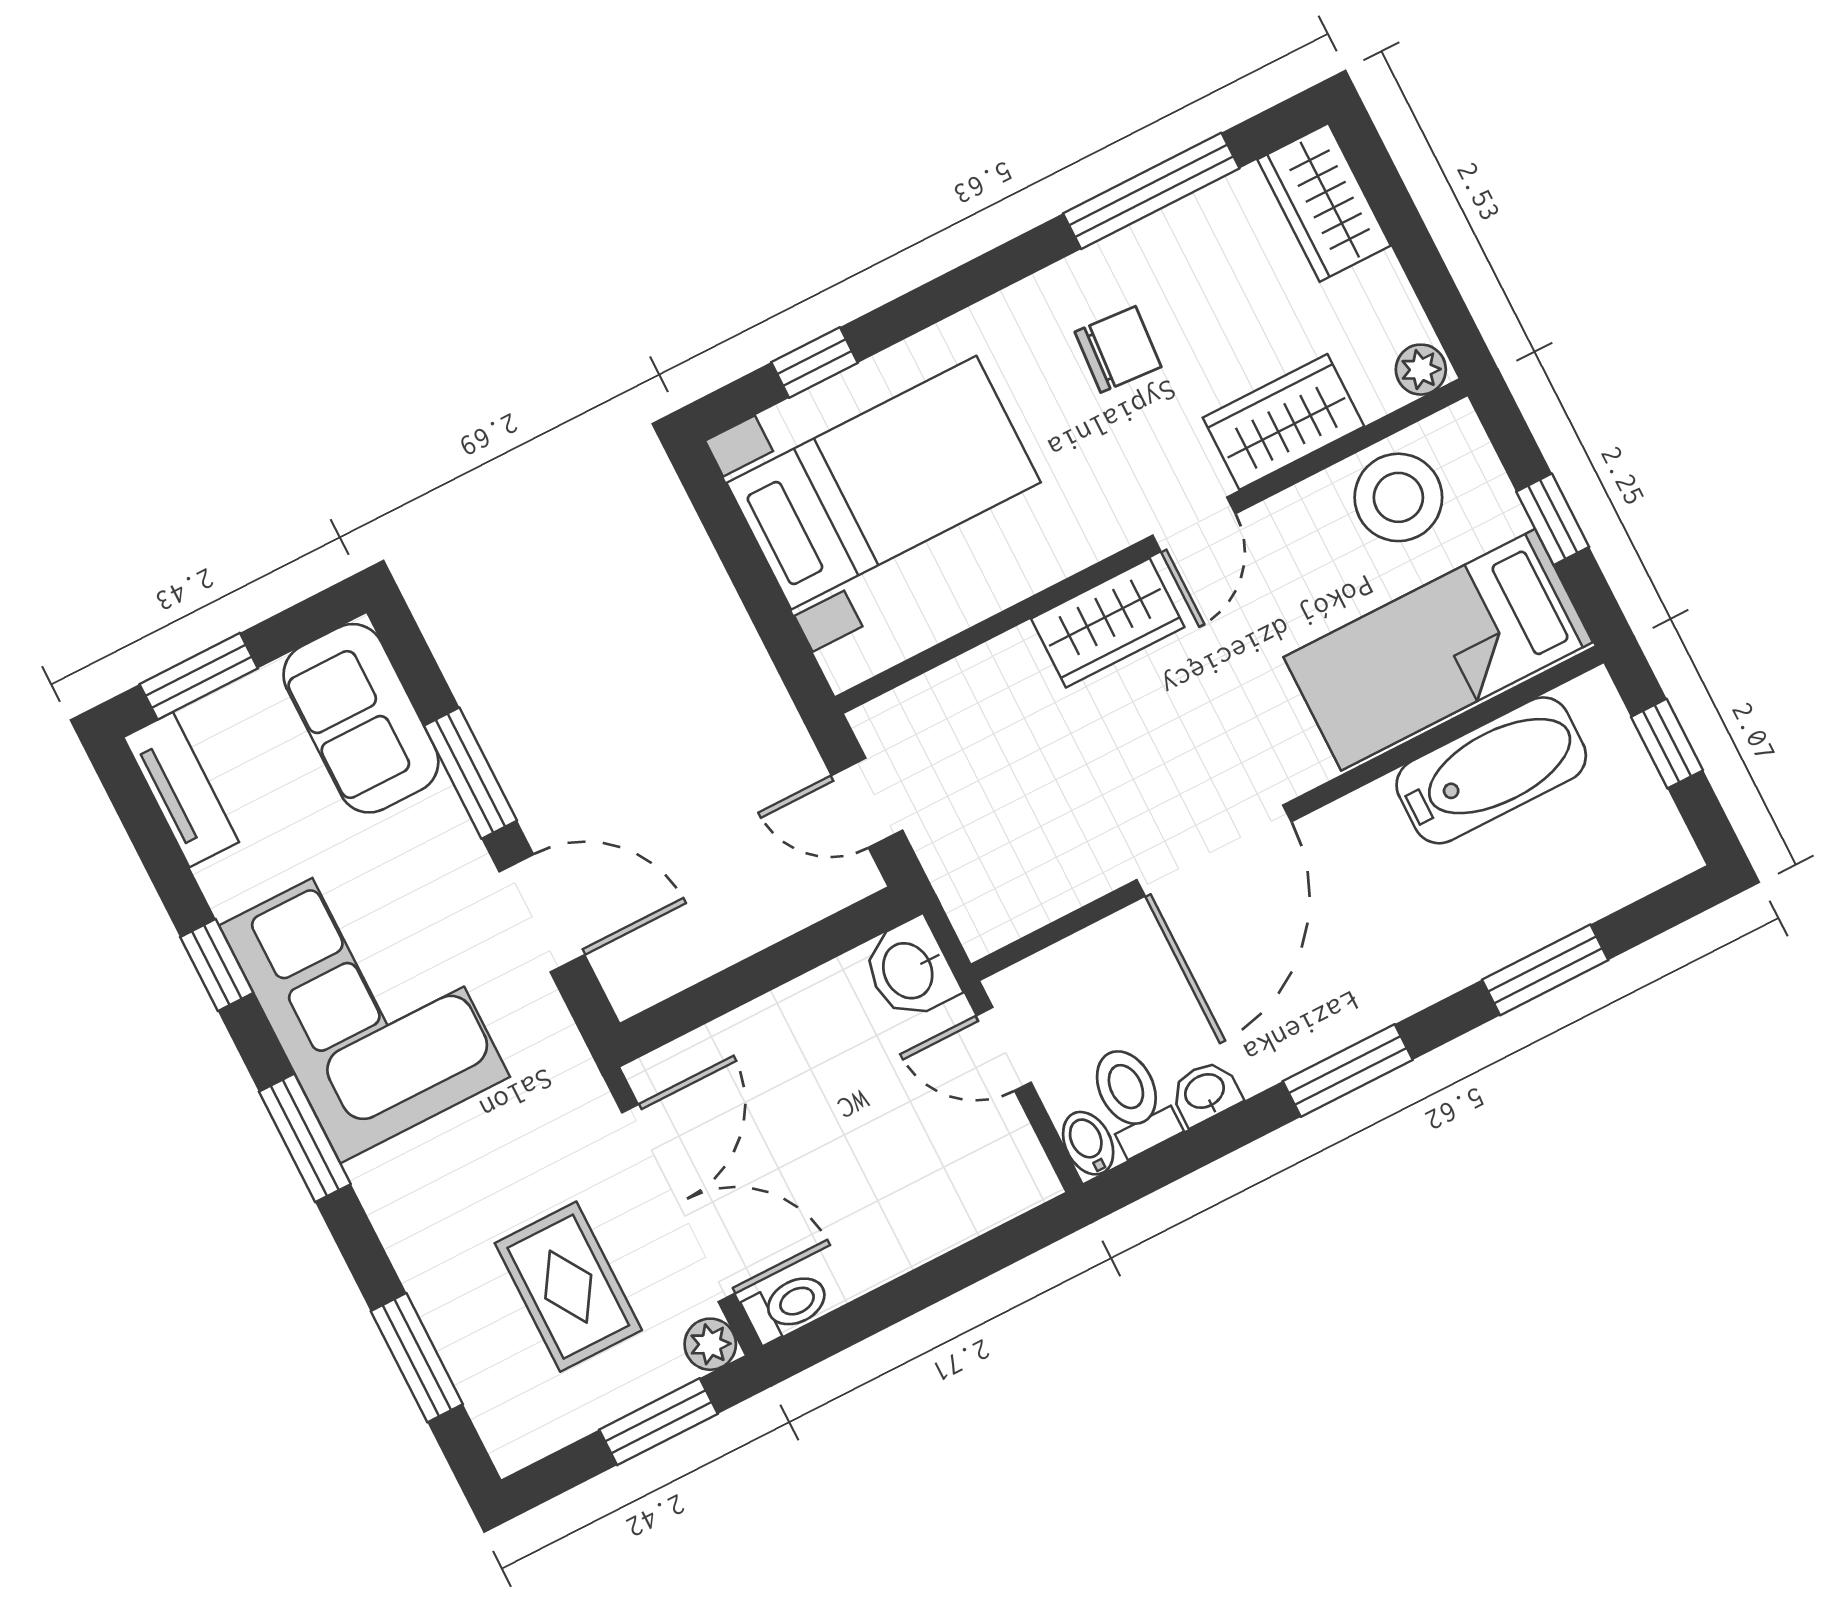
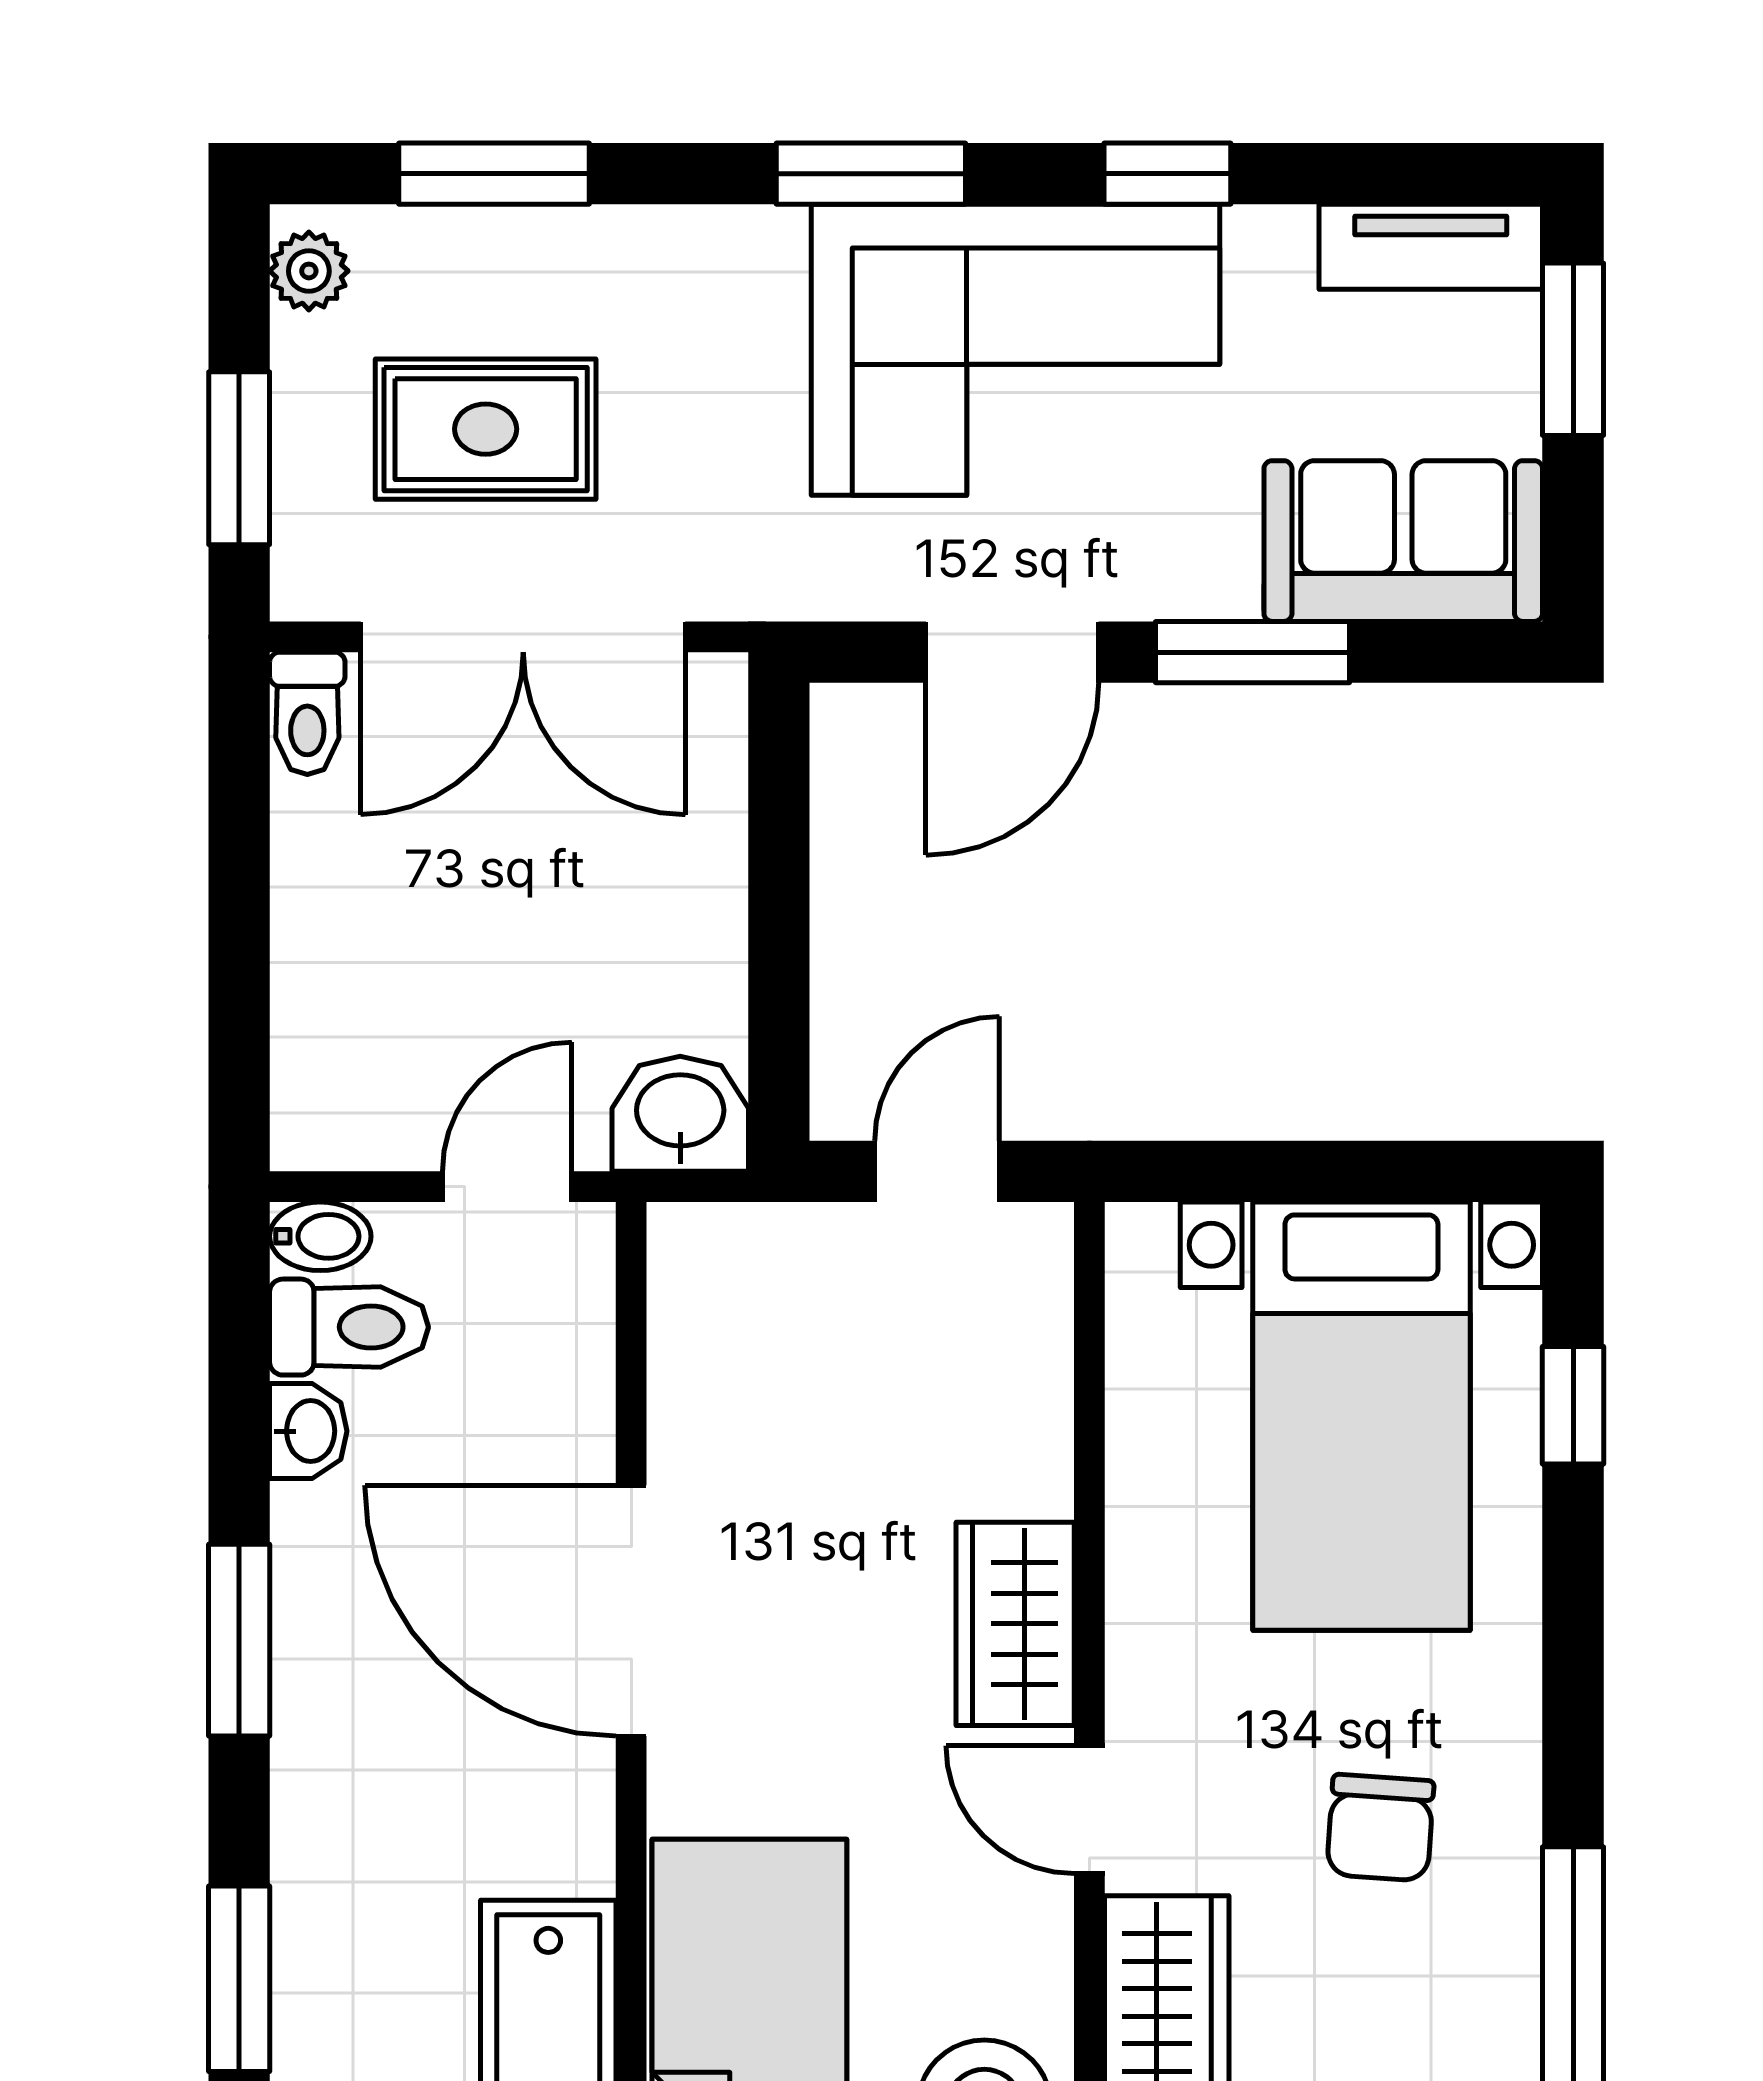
plant: (710, 1344) -> (309, 271), moved

